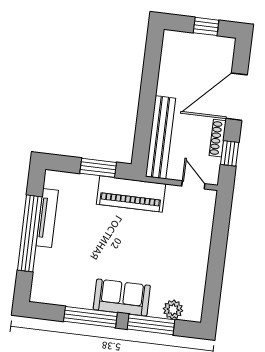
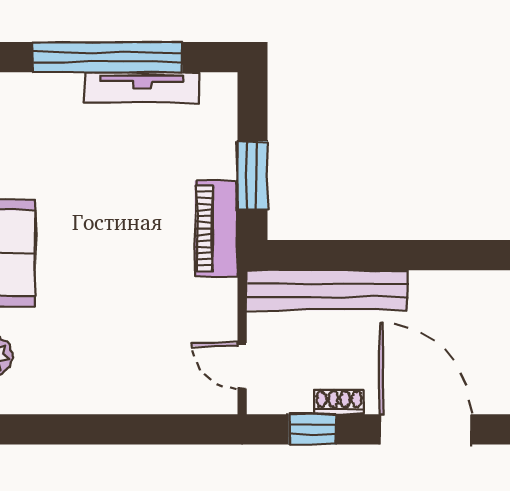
shoe rack: (218, 138) -> (339, 402), width x0.70
door: (193, 185) -> (242, 366), swing flipped
piano: (131, 194) -> (216, 229), width x0.73, depth x0.75

